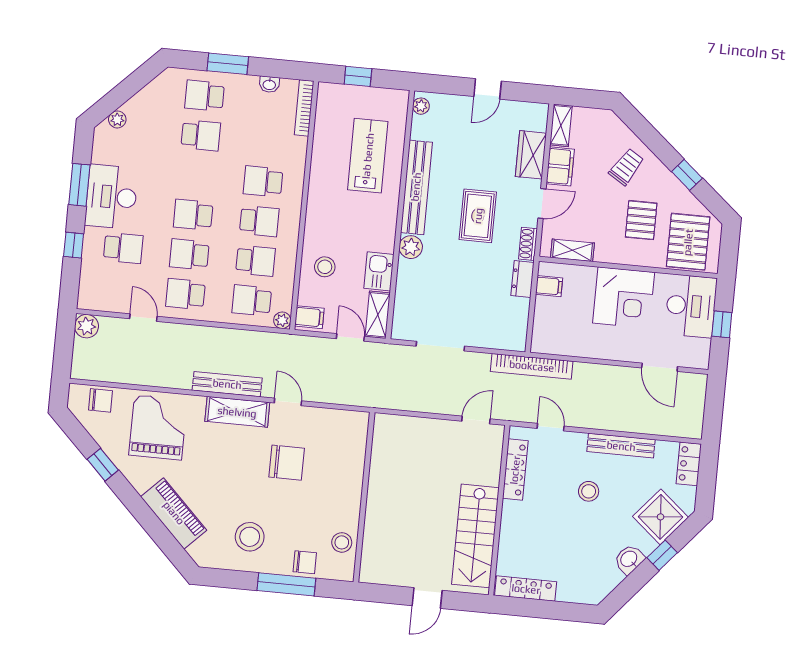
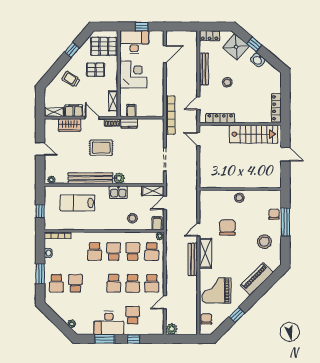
kitchen sink: (379, 271) -> (118, 192), moved
stool: (342, 542) -> (239, 198), moved

